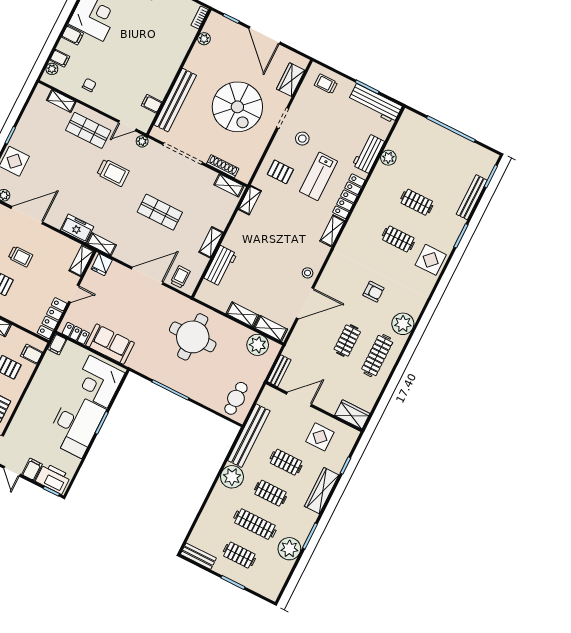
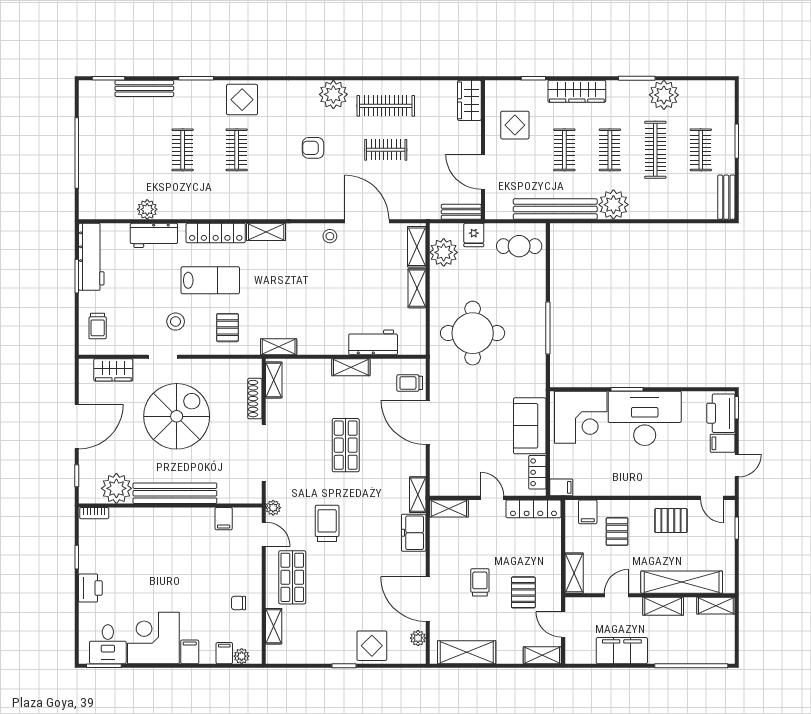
plant: (204, 39) -> (116, 488), width x1.88, depth x1.88
bench: (175, 100) -> (175, 493), moved
fridge: (102, 265) -> (474, 235), moved, turned 90
armchair: (373, 292) -> (313, 148), turned -90

